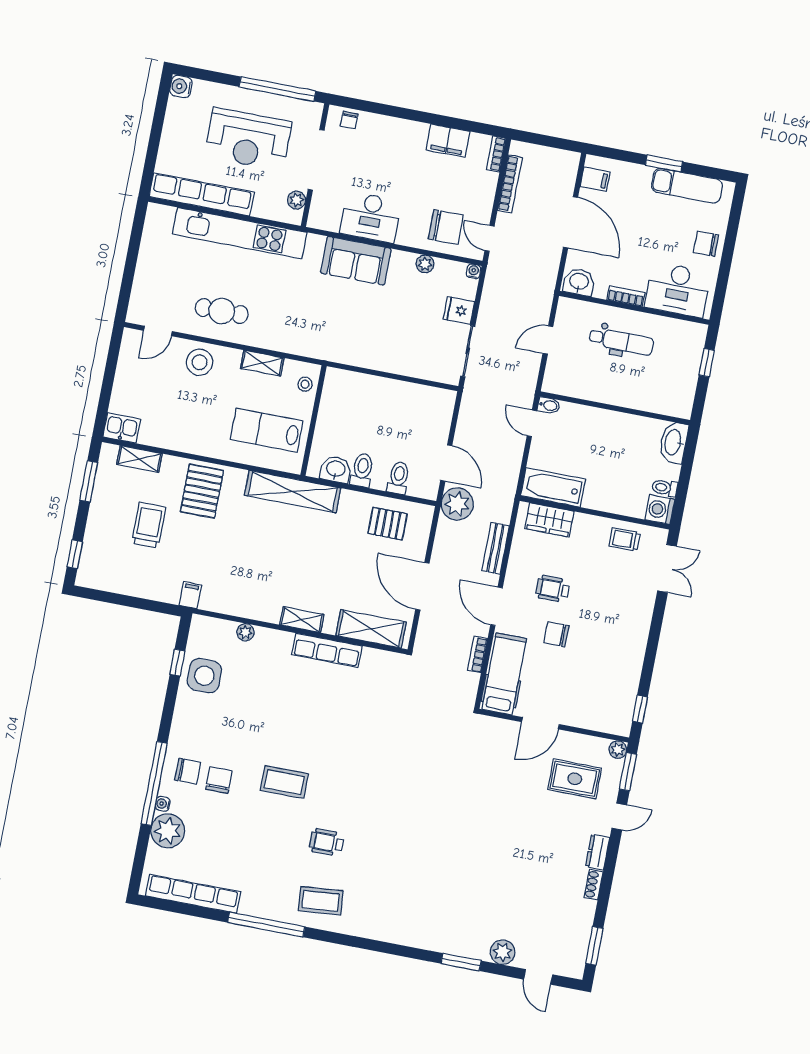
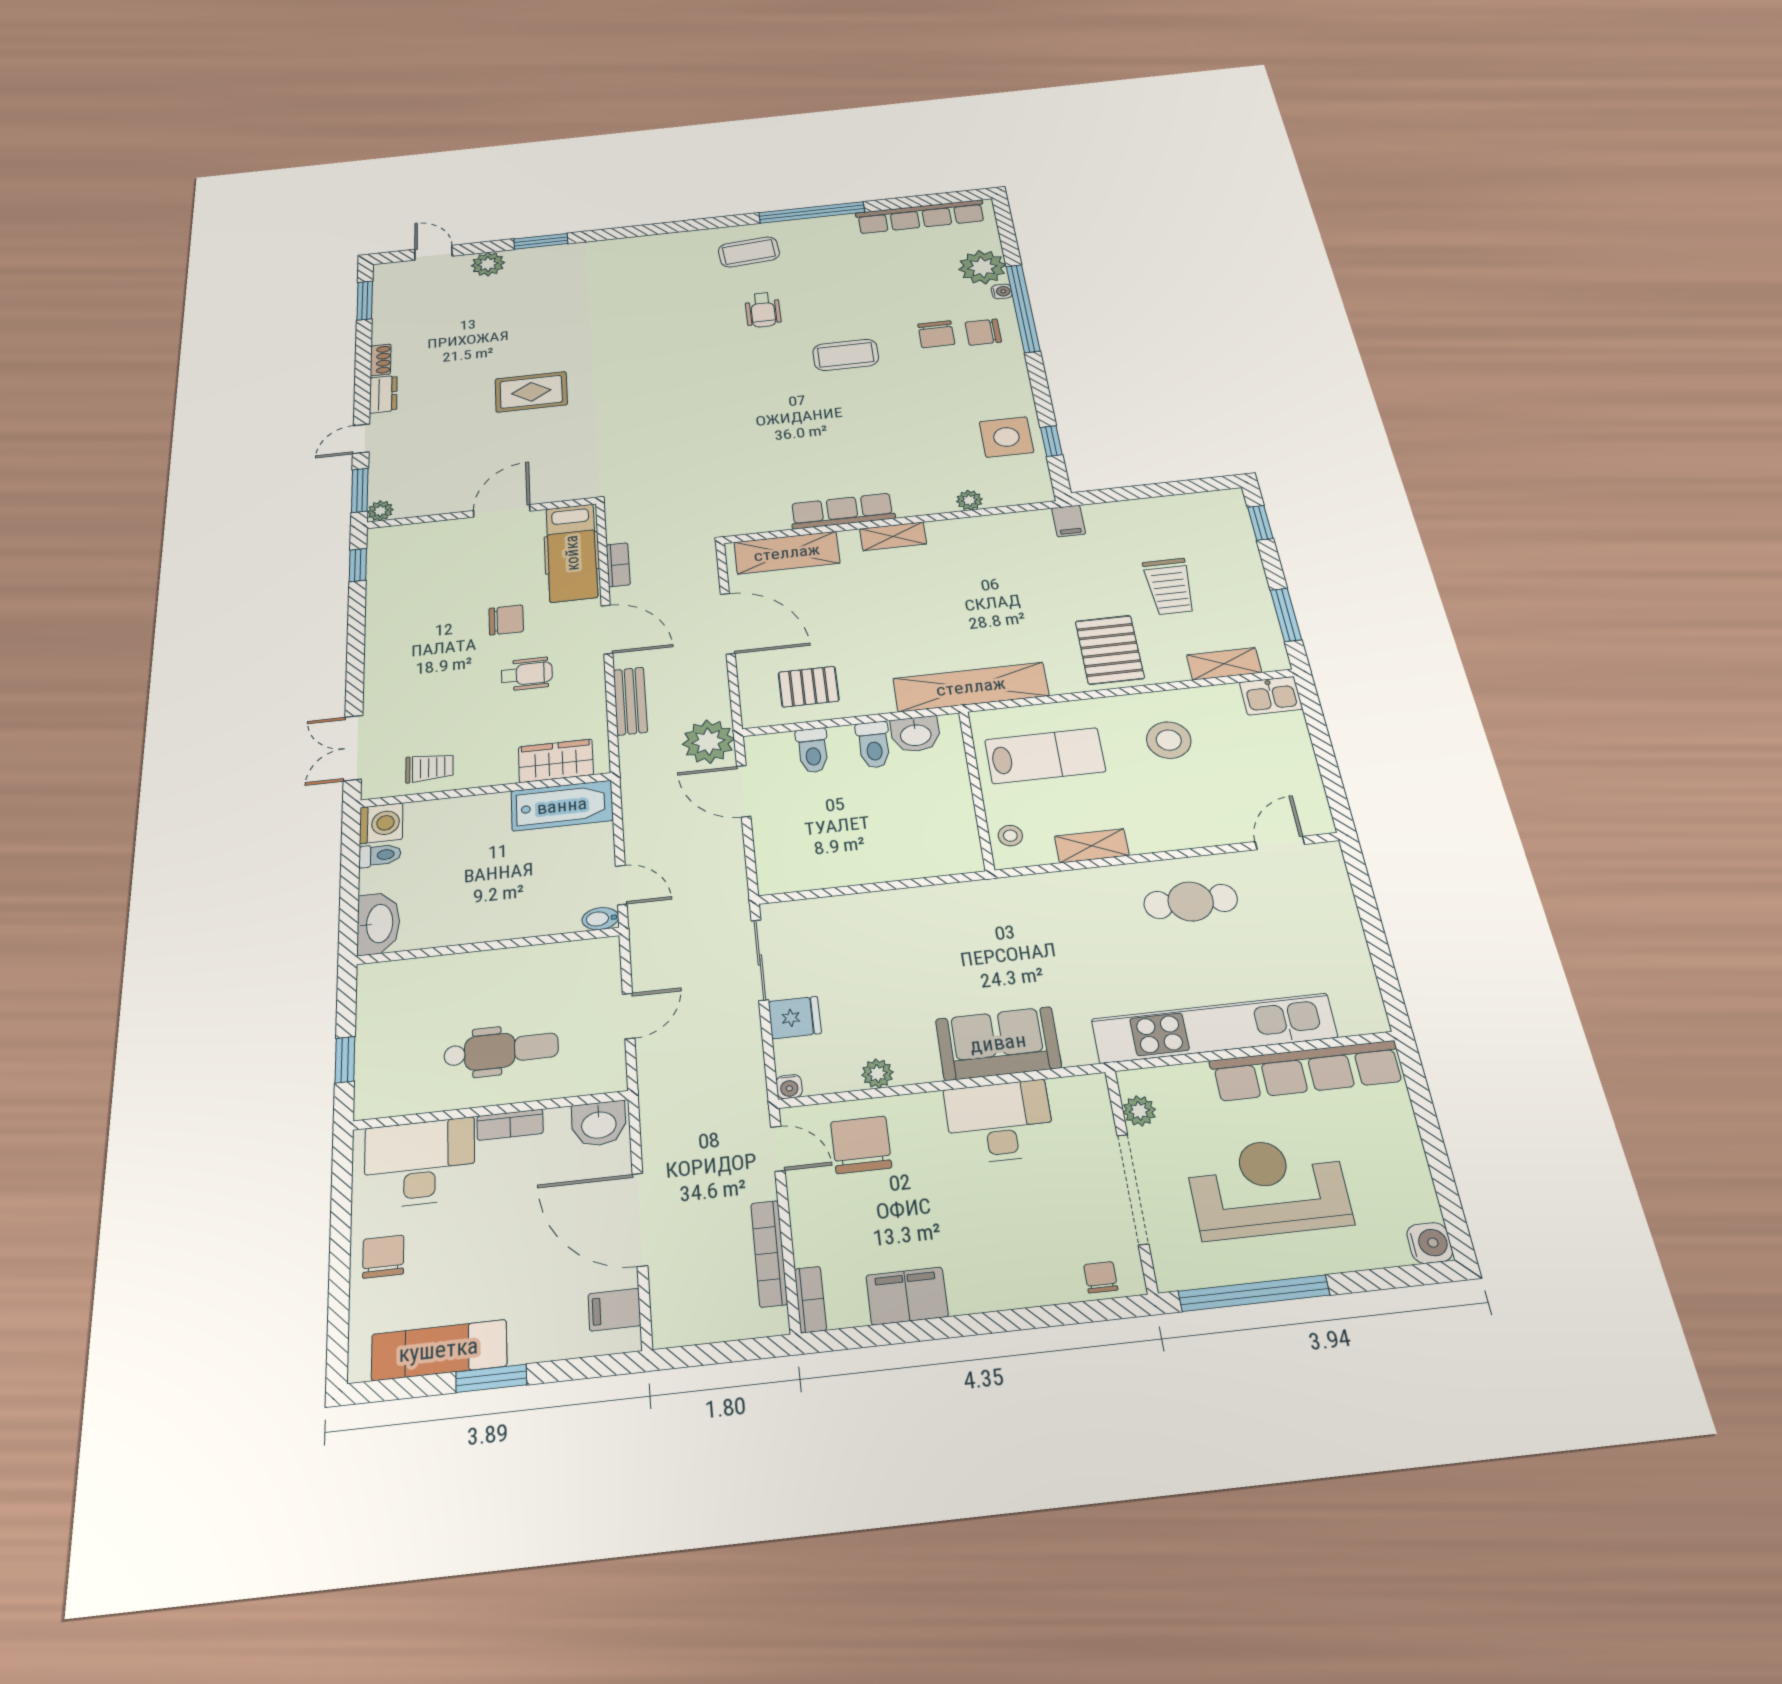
chair: (446, 227) -> (861, 1145), turned 90
chair: (706, 244) -> (383, 1257), turned -90
dental chair: (621, 341) -> (501, 1050), turned 180
stool: (199, 362) -> (1169, 740), moved
rug: (575, 779) -> (531, 392), moved
wheelchair: (327, 842) -> (763, 310), turned 90

